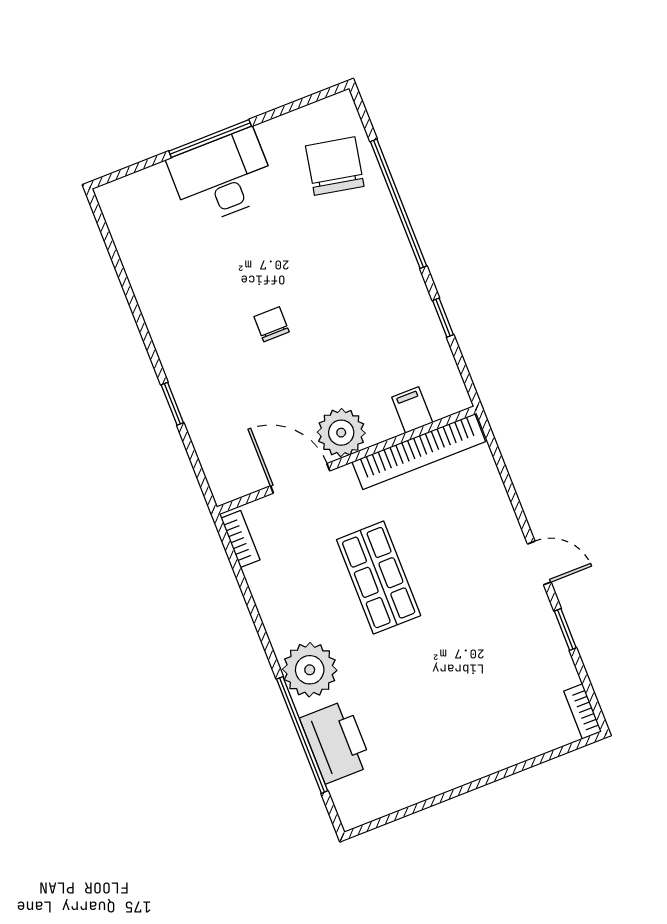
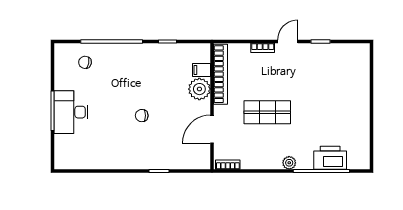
chair: (335, 166) -> (85, 62), width x0.54, depth x0.54
plant: (341, 433) -> (199, 89), moved
plant: (310, 670) -> (289, 163), width x0.53, depth x0.53
bookcase: (583, 711) -> (263, 48), moved

